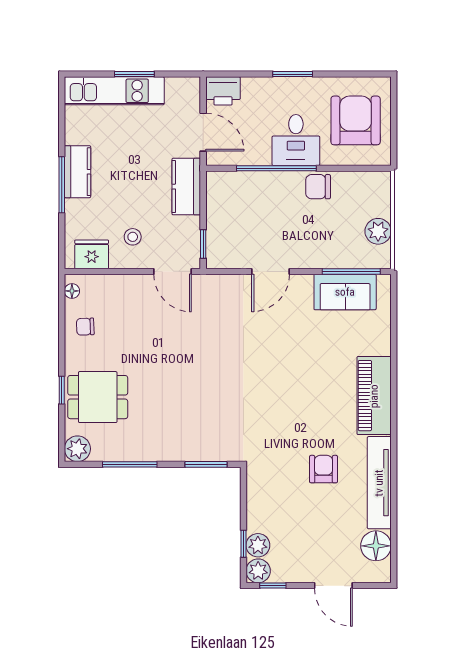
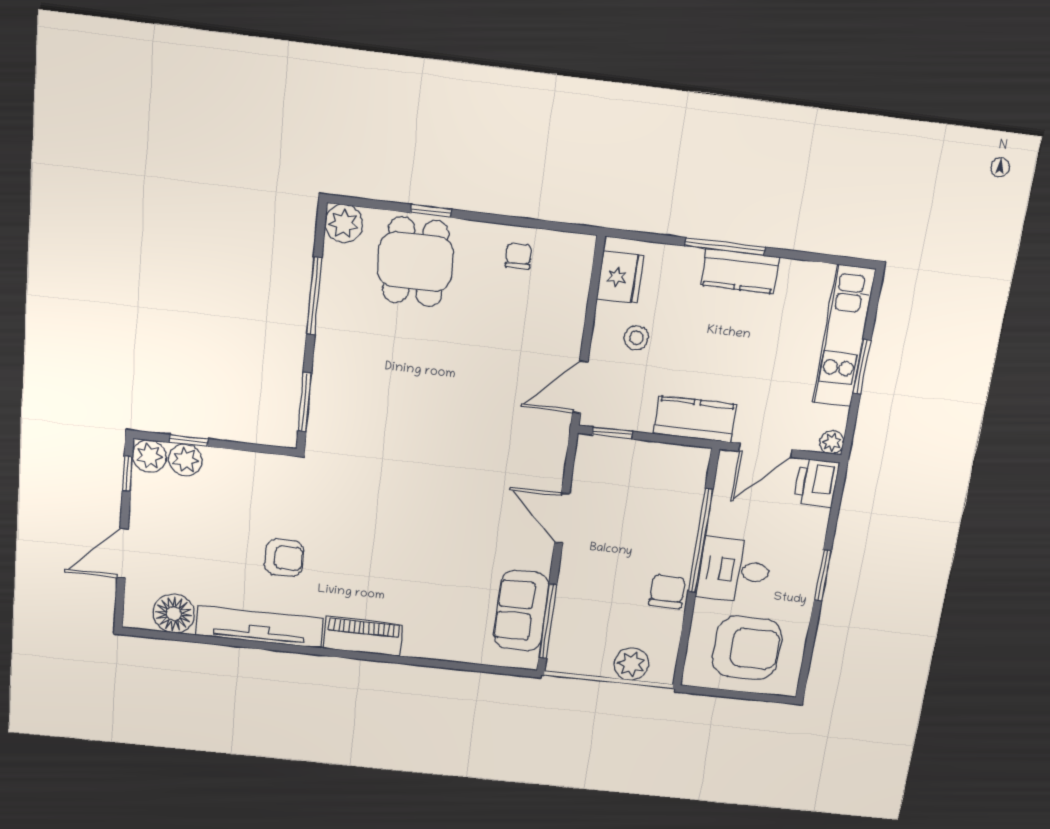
plant: (192, 85) -> (832, 442), added
plant: (378, 231) -> (631, 664), moved
floor lamp: (72, 291) -> (572, 243), removed
piano: (374, 396) -> (363, 636), width x0.73, depth x0.75

